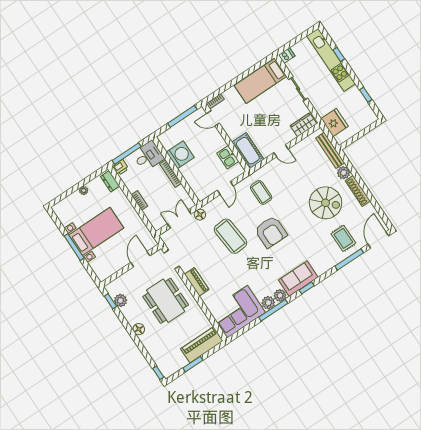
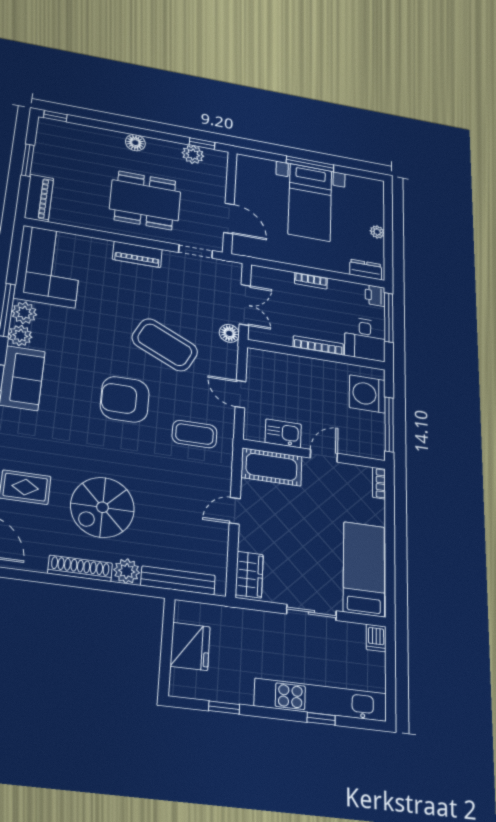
door: (213, 118) -> (324, 456), moved
fridge: (335, 122) -> (190, 646), moved, turned -90
washing machine: (180, 155) -> (367, 394), moved, turned 90
coffee table: (230, 236) -> (165, 345), turned 31
piano: (202, 345) -> (39, 198), width x0.73, depth x0.75

